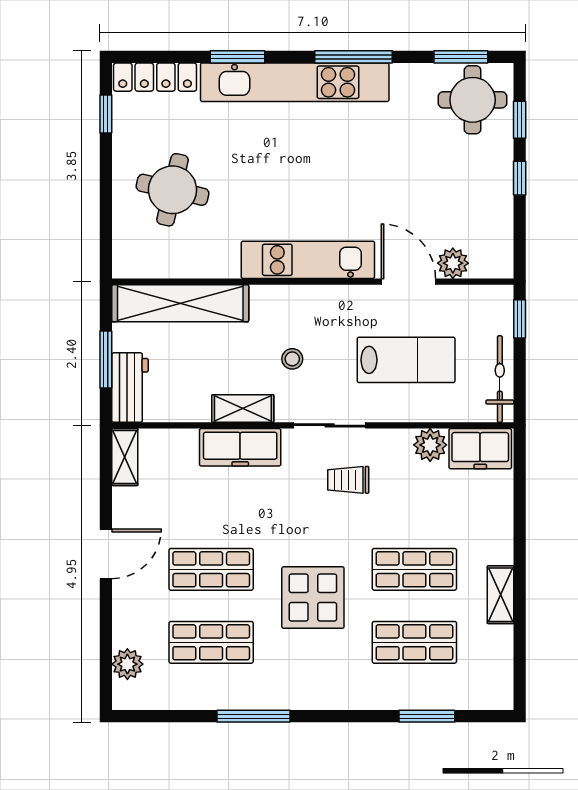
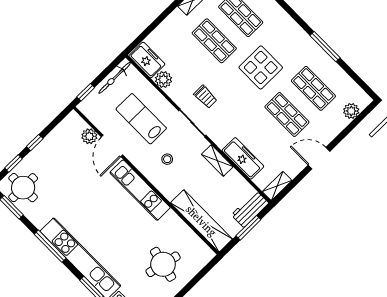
stool: (292, 359) -> (167, 159), moved
freezer: (240, 447) -> (243, 158), moved

